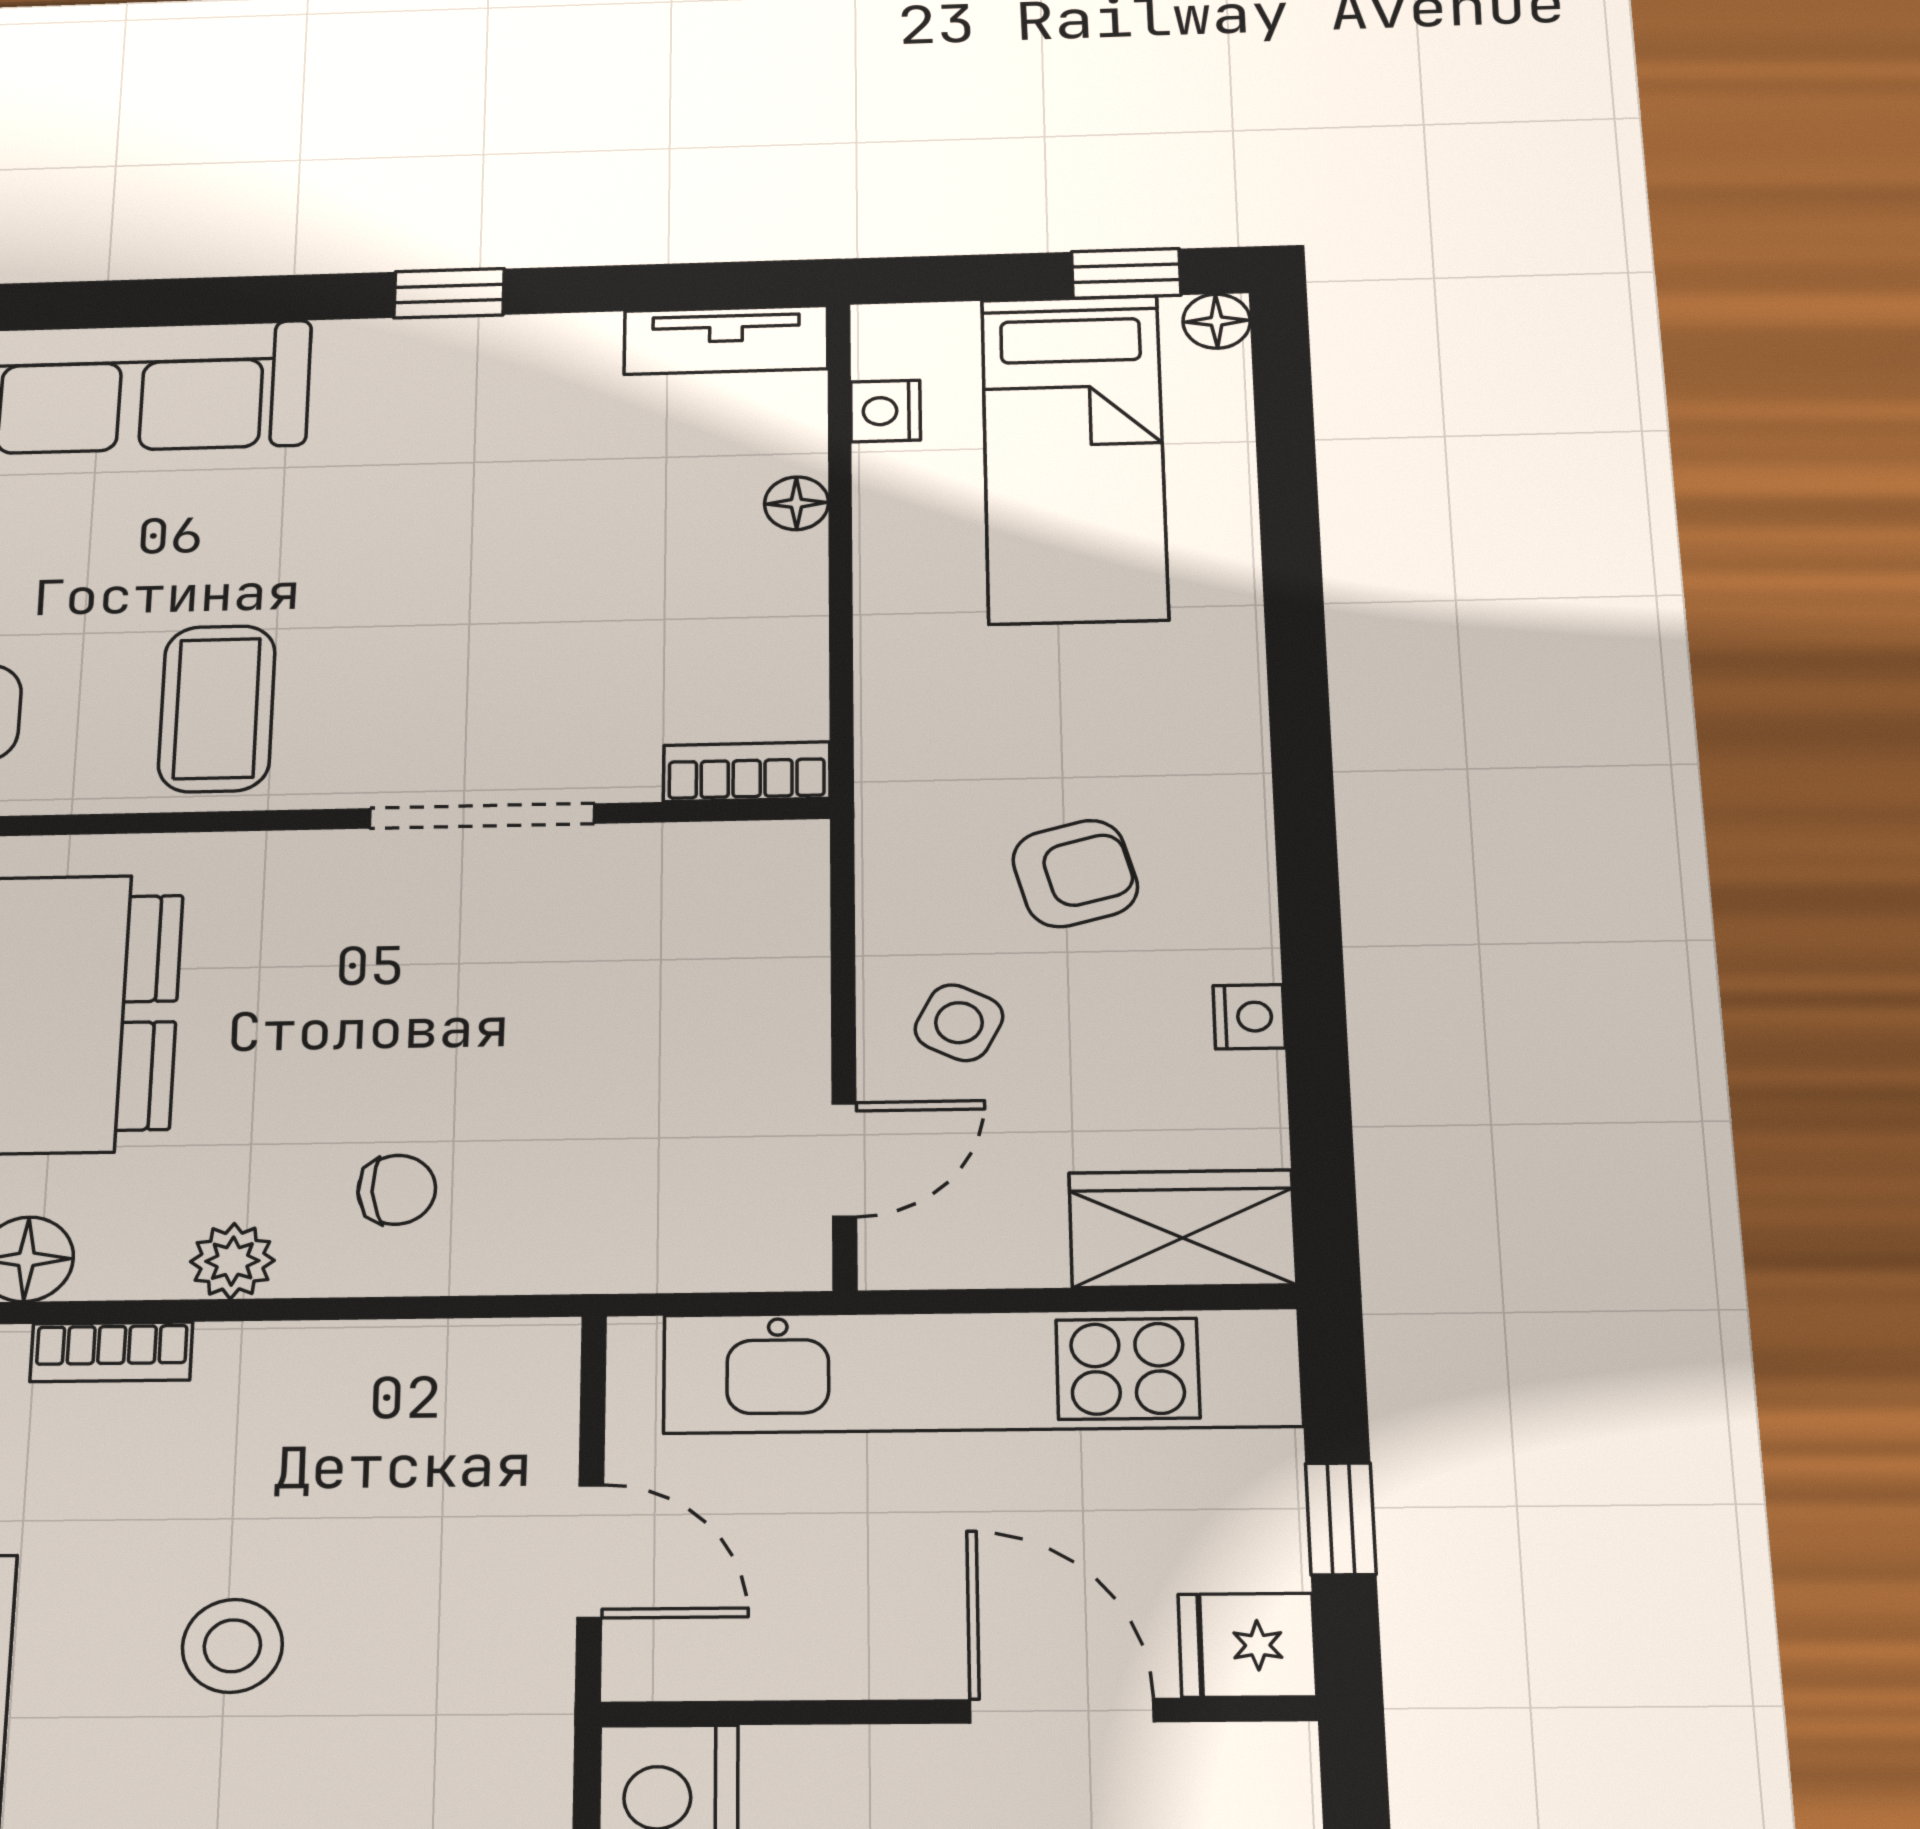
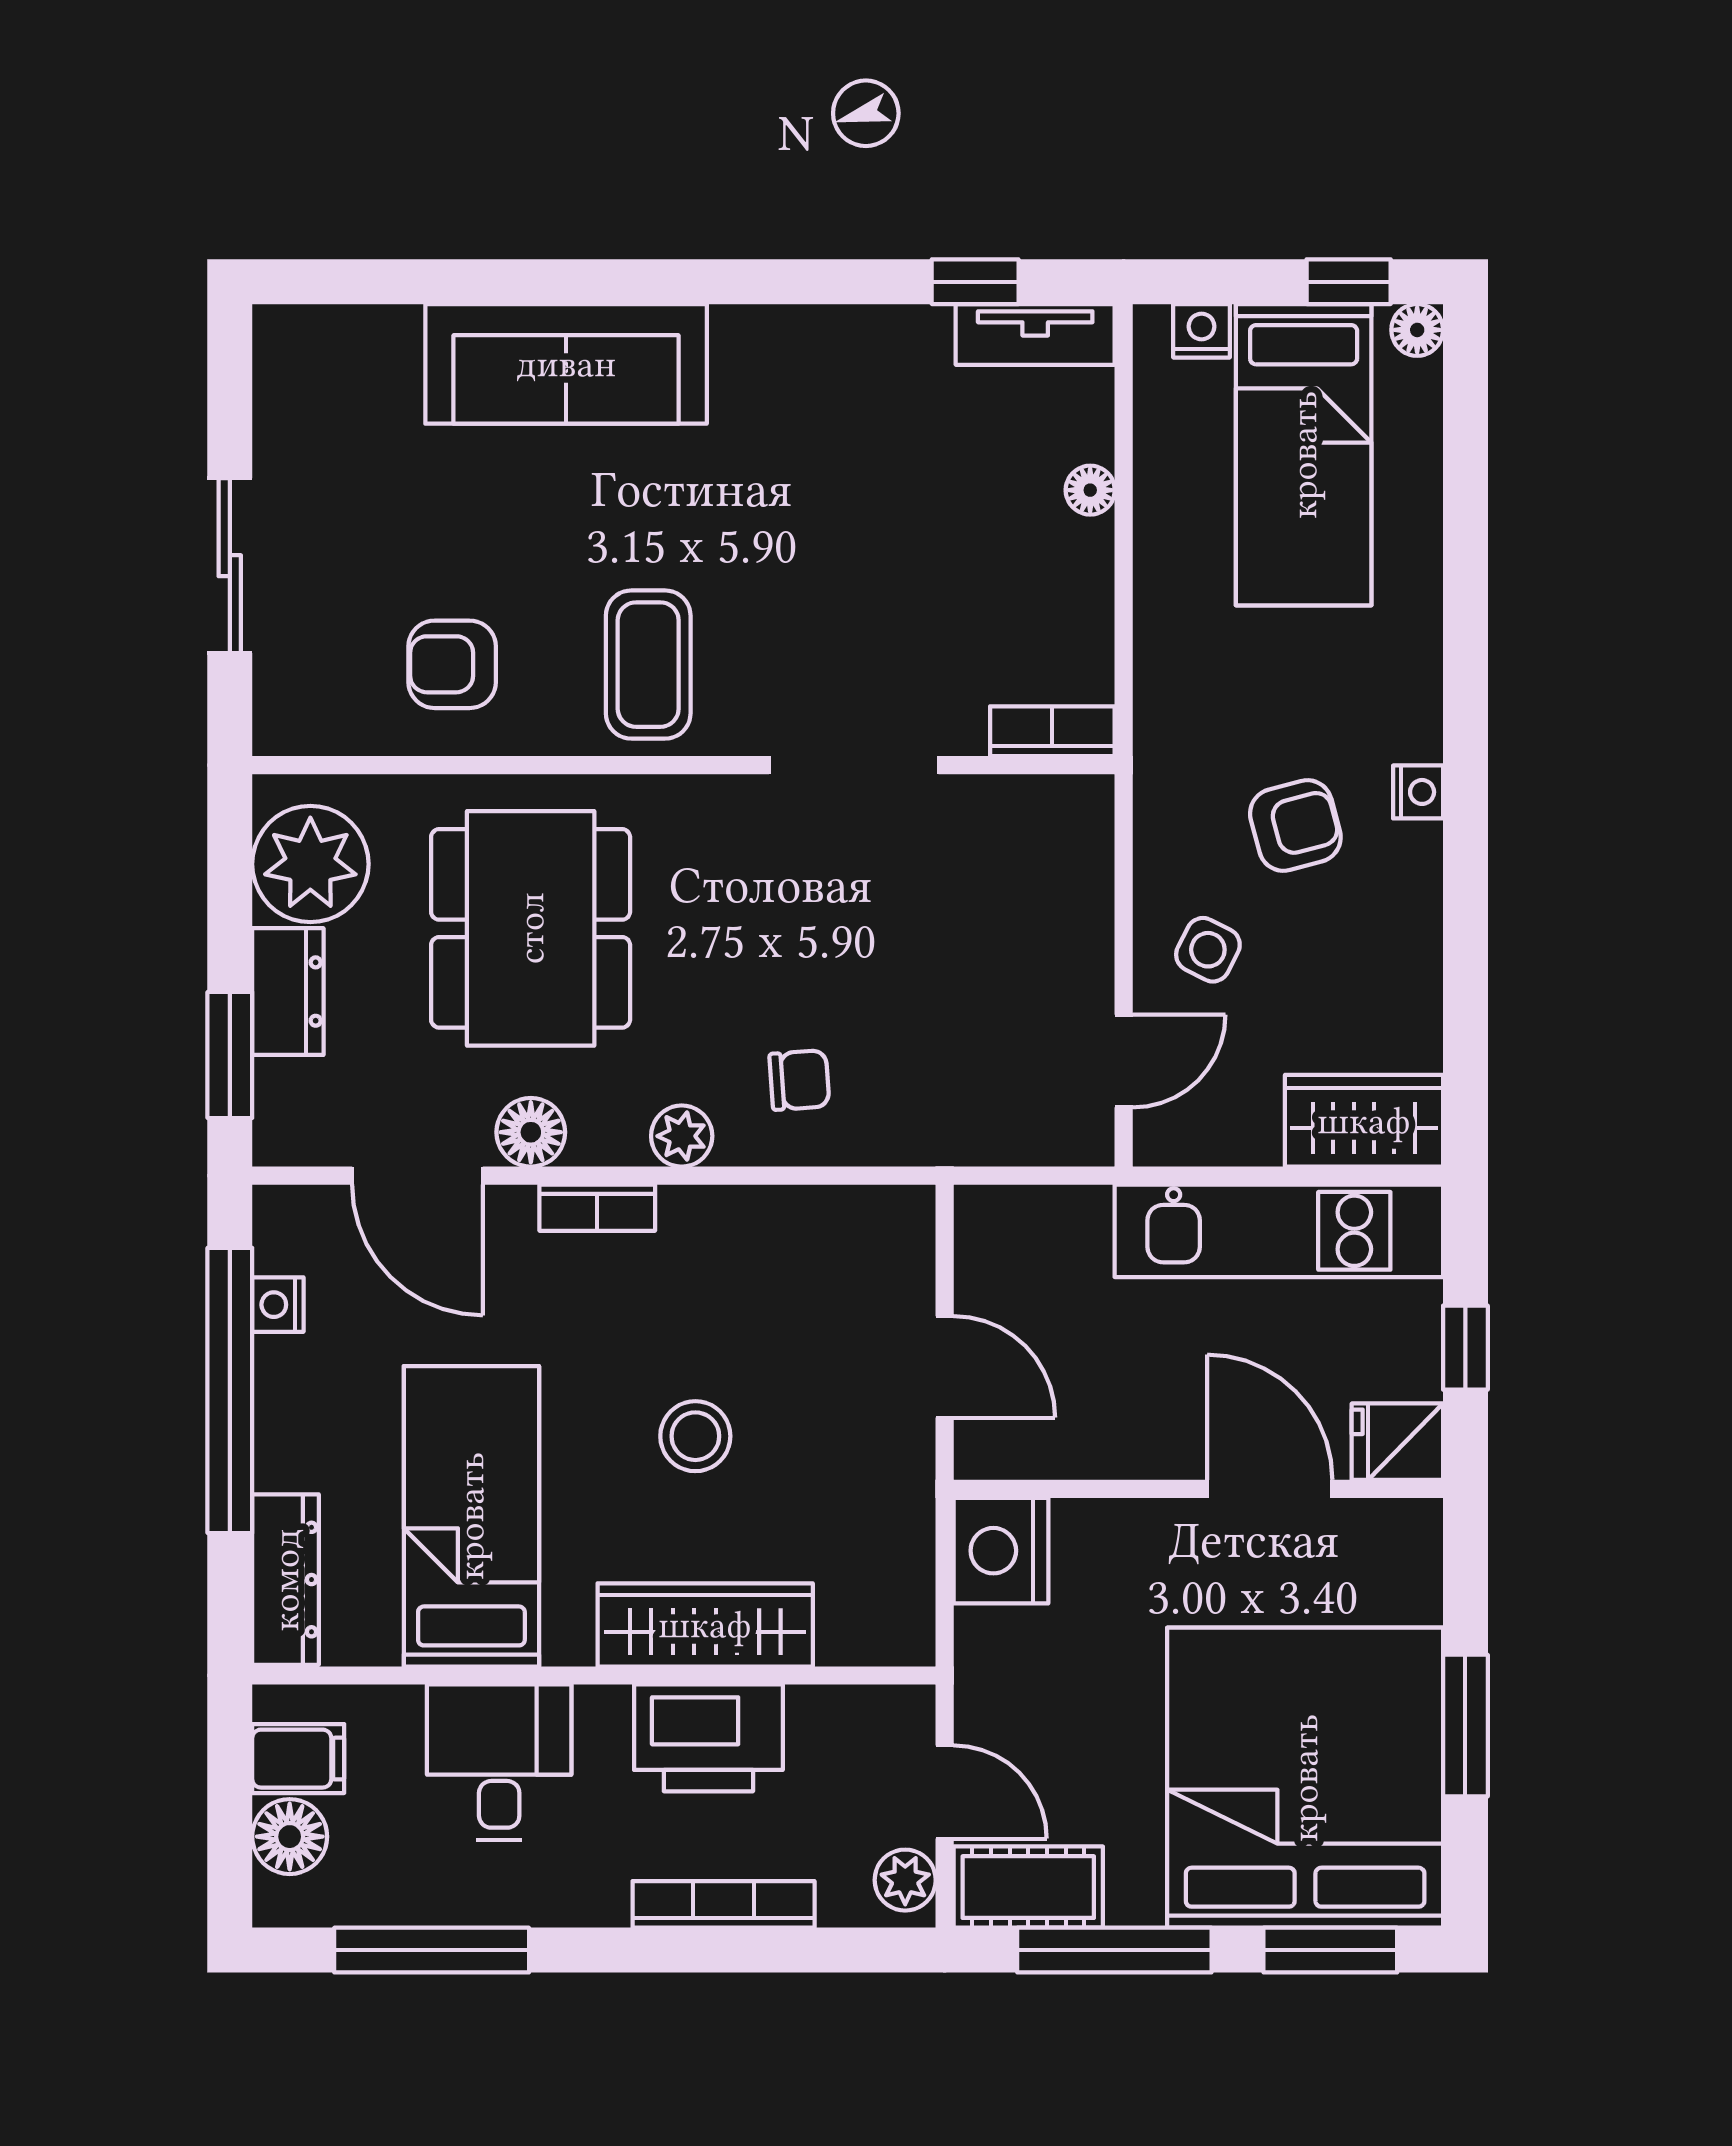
window: (449, 293) -> (975, 282), moved
nightstand: (885, 411) -> (1202, 331), moved, turned 90
nightstand: (1249, 1017) -> (1418, 792), moved
kitchen unit: (981, 1371) -> (1279, 1231), width x0.73

